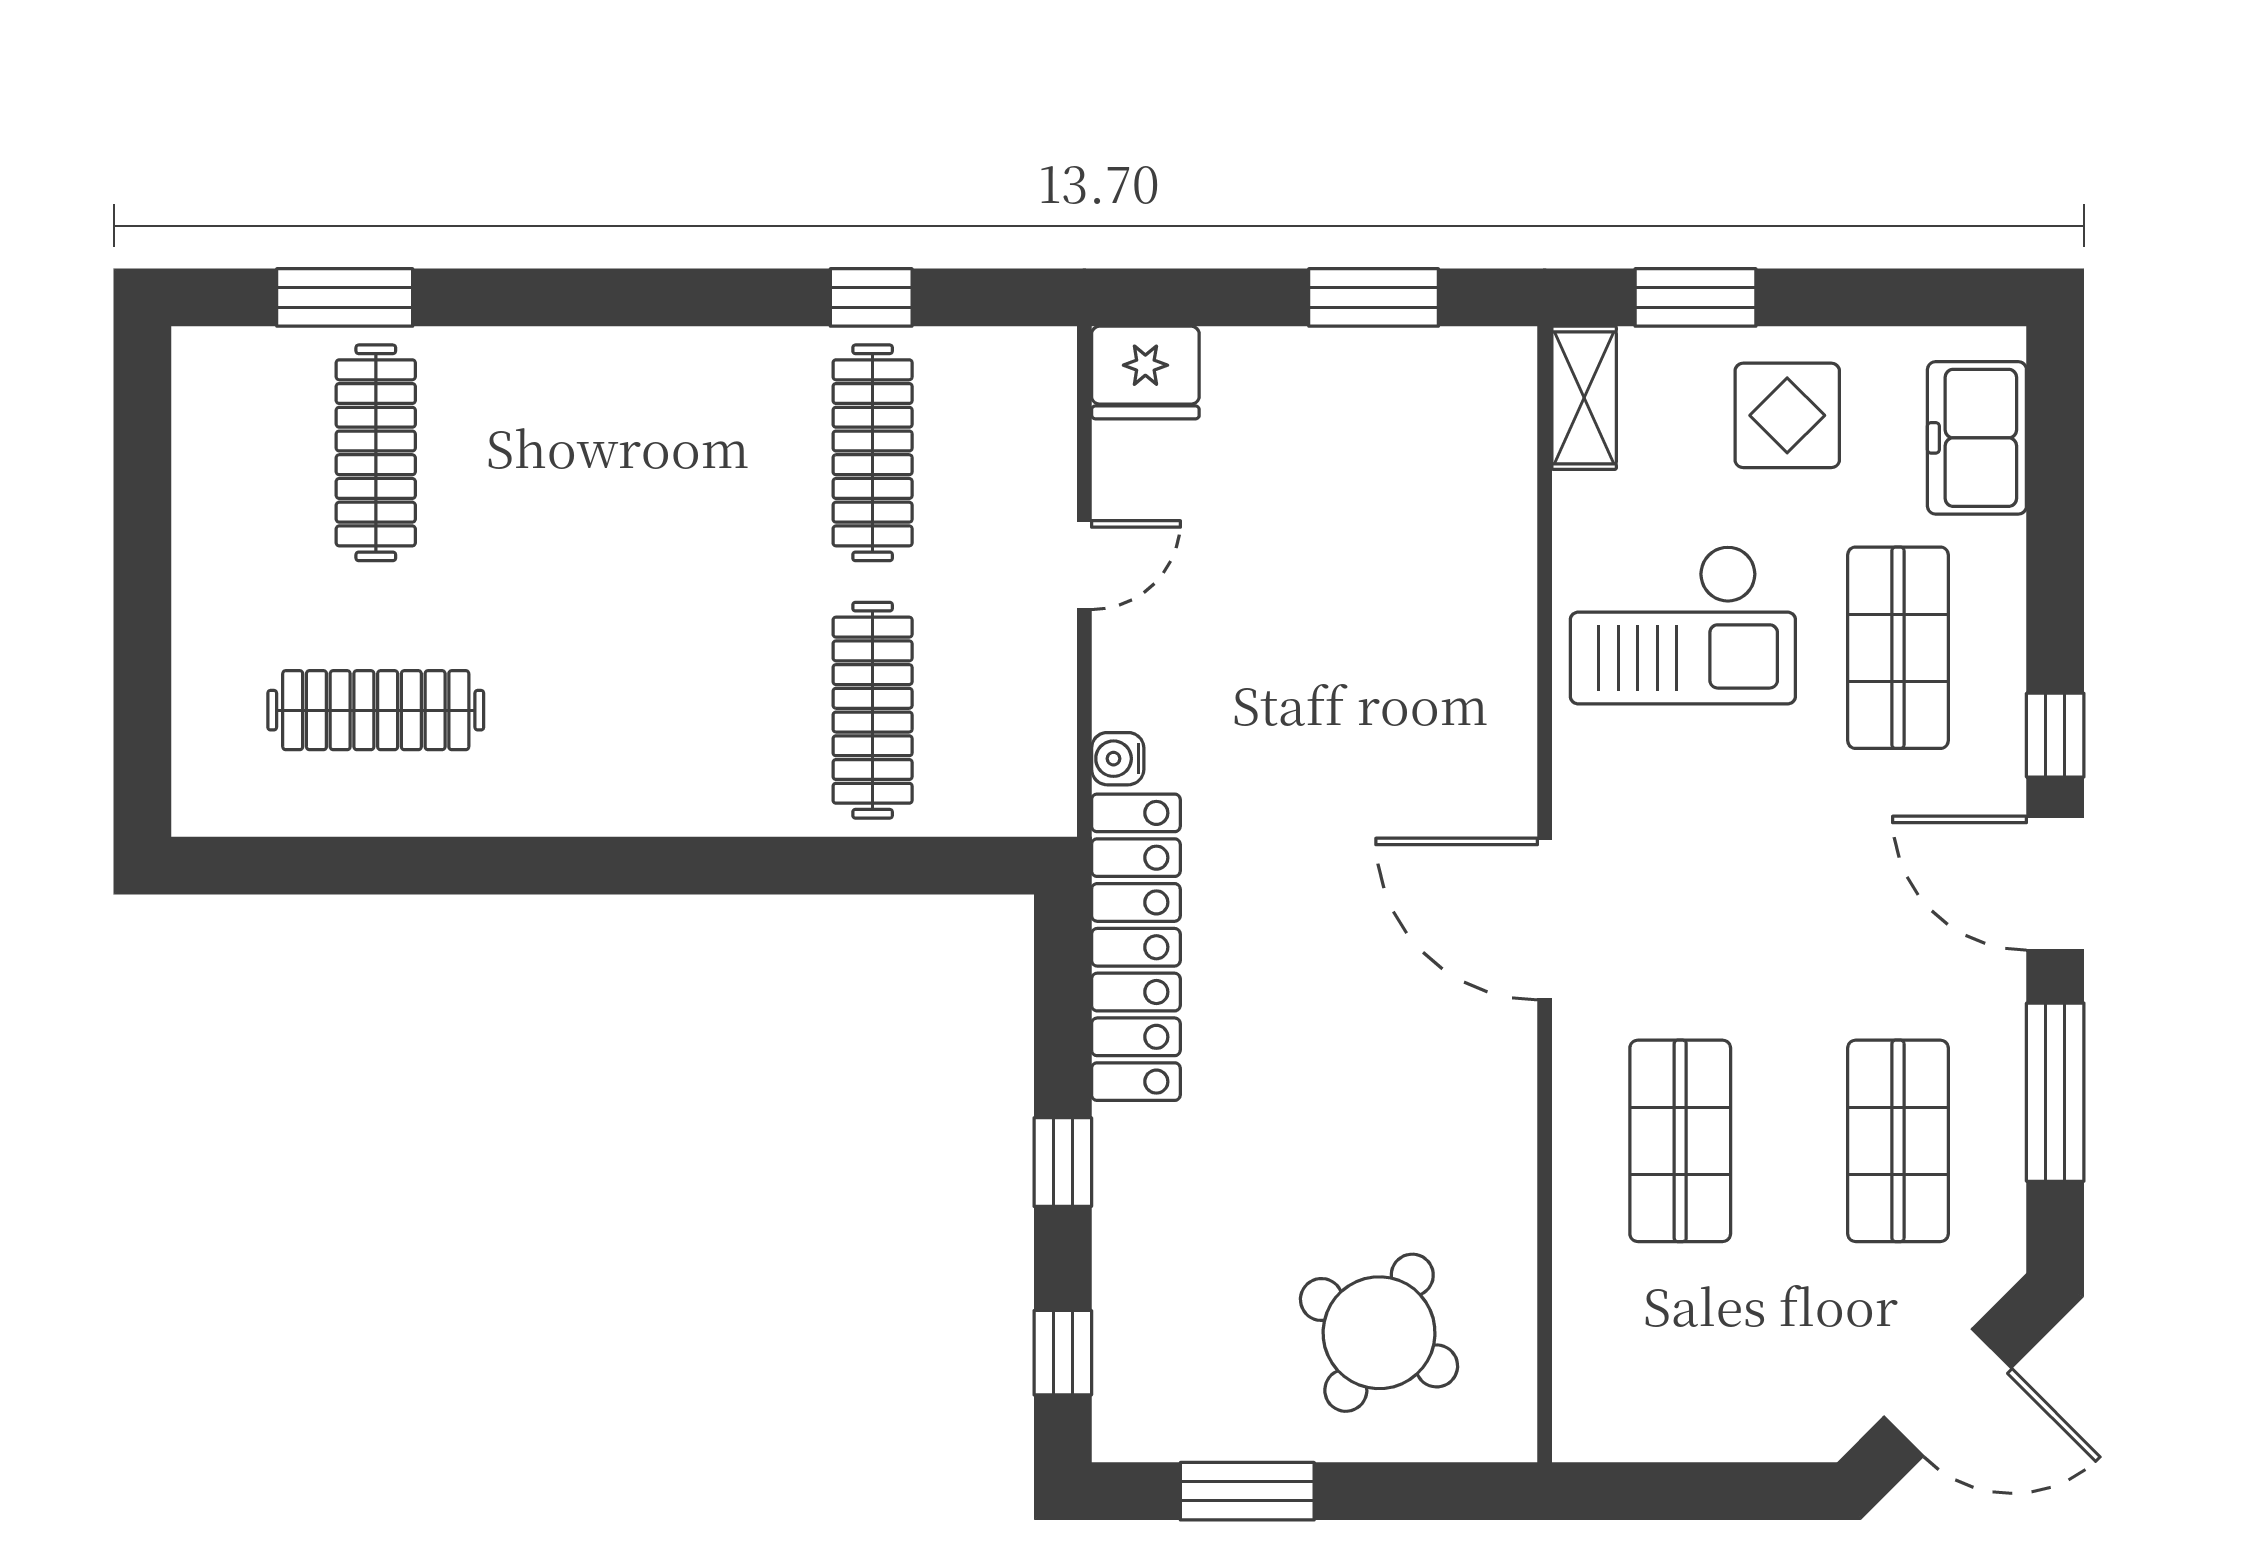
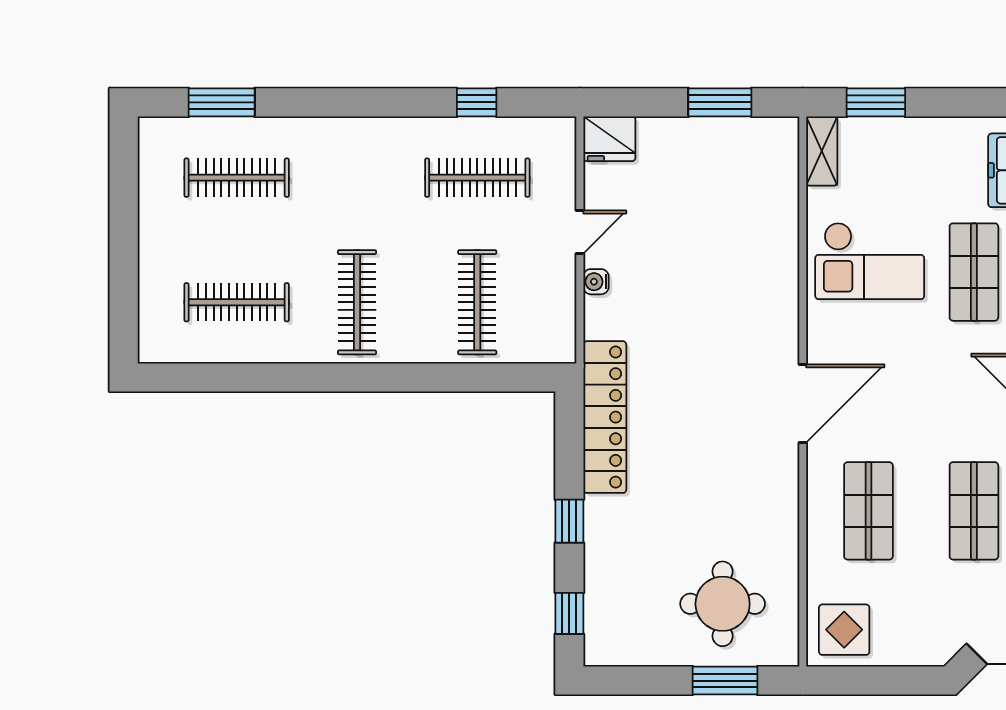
display table: (1787, 415) -> (844, 630), moved
clothes rail: (376, 453) -> (237, 178), turned 90
clothes rail: (873, 453) -> (477, 178), turned 90
clothes rail: (624, 710) -> (357, 302), added
water cooler: (1118, 759) -> (596, 282), moved
door: (1545, 919) -> (803, 403), swing flipped
round table: (1379, 1333) -> (723, 604), turned -30
window: (1247, 1491) -> (725, 681), moved

